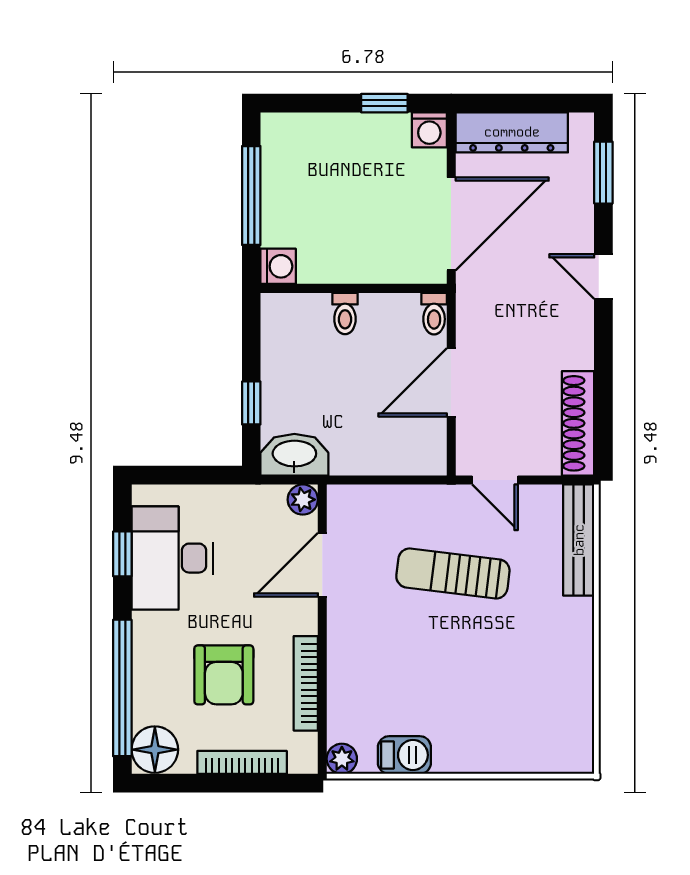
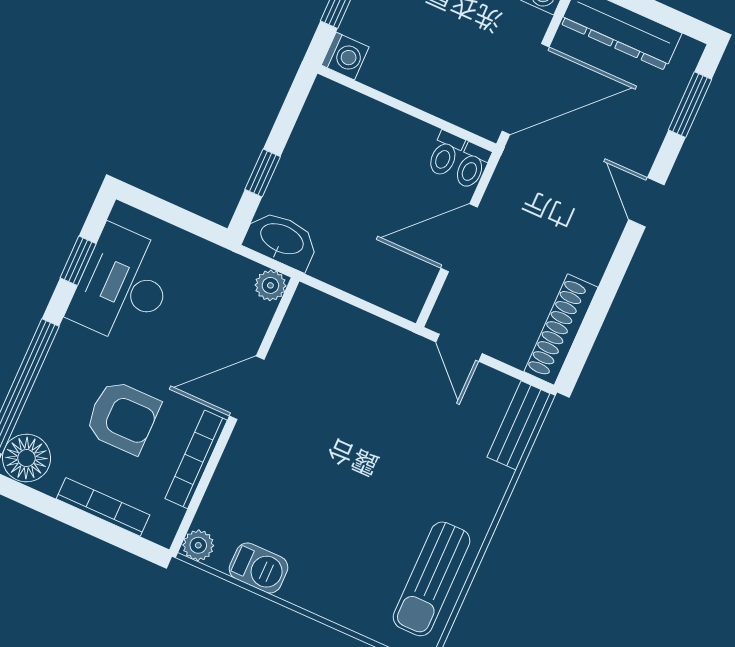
toilet: (345, 314) -> (445, 154), moved
bench: (579, 540) -> (519, 425), width x0.73
door: (322, 565) -> (247, 388), moved
sun lounger: (453, 573) -> (432, 579), moved, turned -97
armchair: (224, 675) -> (123, 417), turned -90

